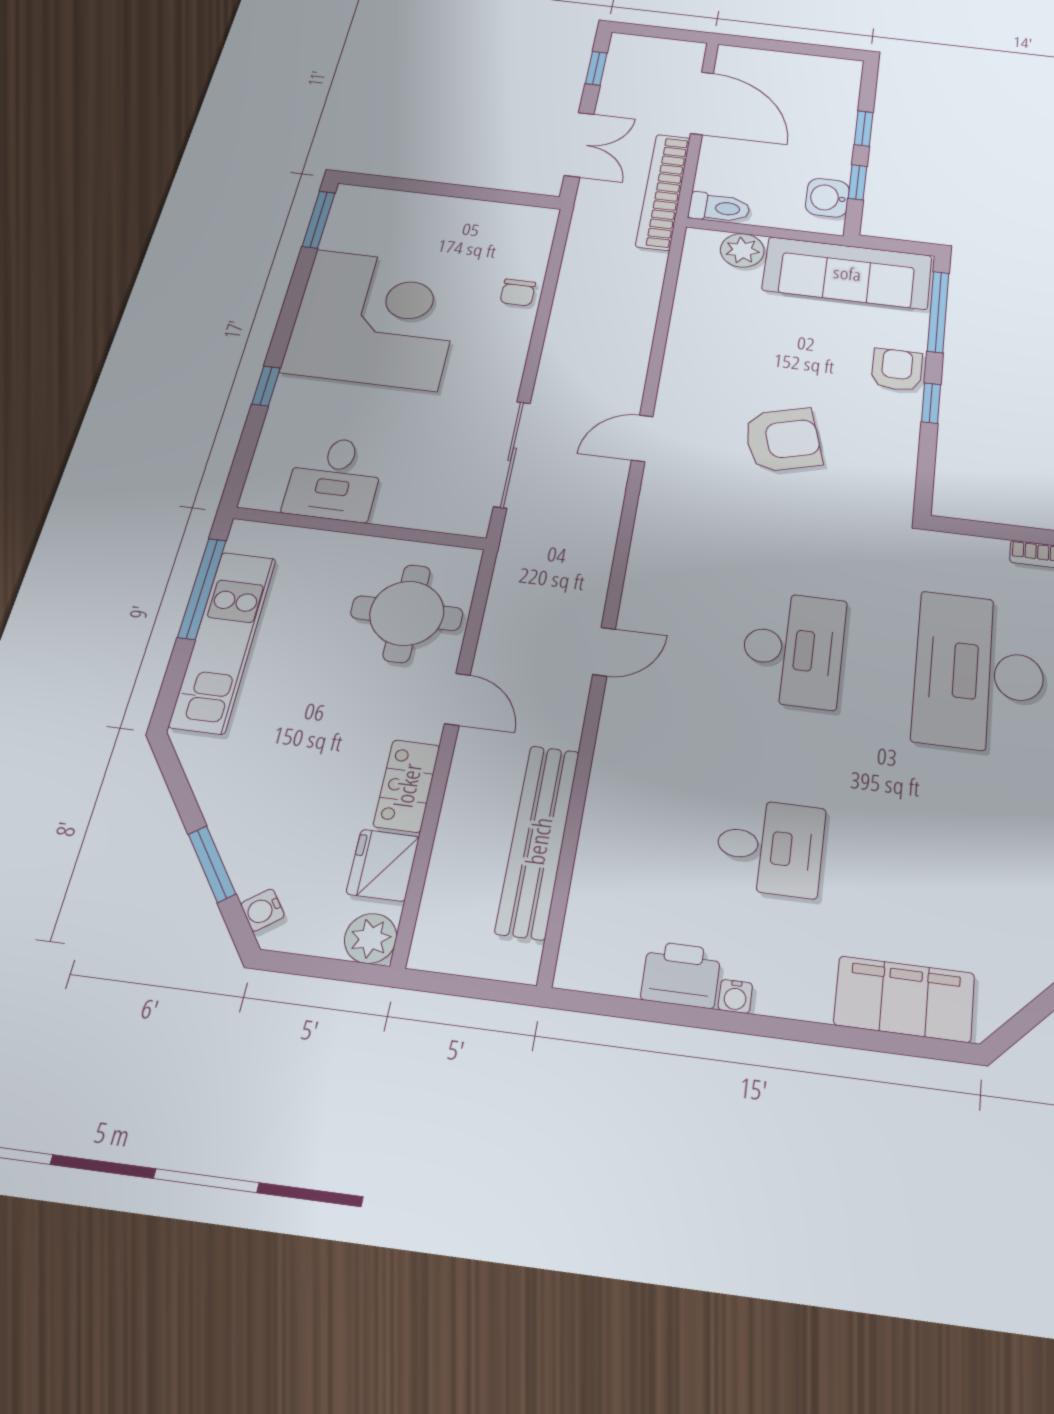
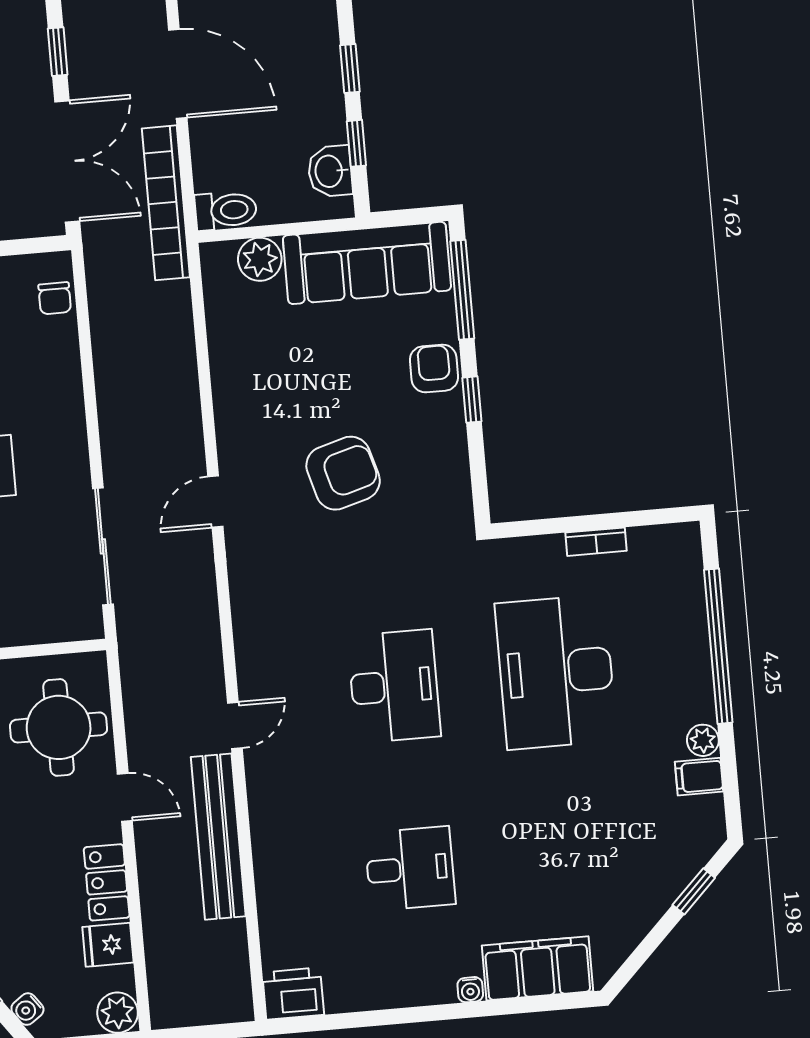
double door: (579, 145) -> (67, 161), width x1.37
chair: (518, 293) -> (55, 298), moved
bench: (538, 841) -> (218, 837), moved
fridge: (383, 865) -> (108, 945), width x0.72
printer: (681, 975) -> (293, 994), moved
water cooler: (735, 996) -> (470, 990), moved

